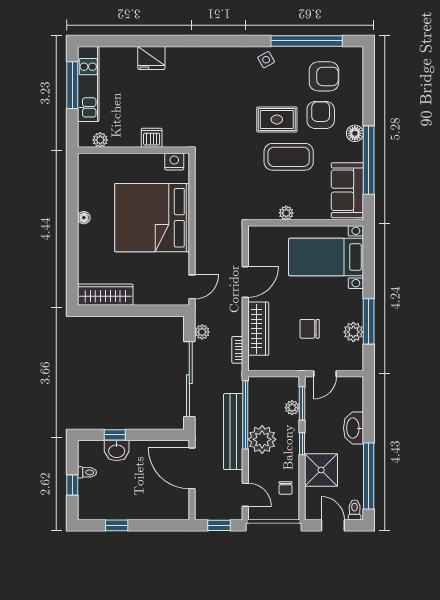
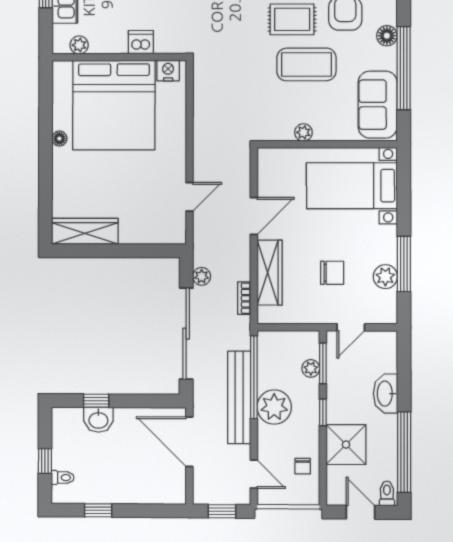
bed: (152, 218) -> (114, 105), moved, turned -90
door: (192, 287) -> (189, 197), moved
chair: (310, 329) -> (332, 273), turned 180
toilet: (87, 472) -> (63, 478), moved

